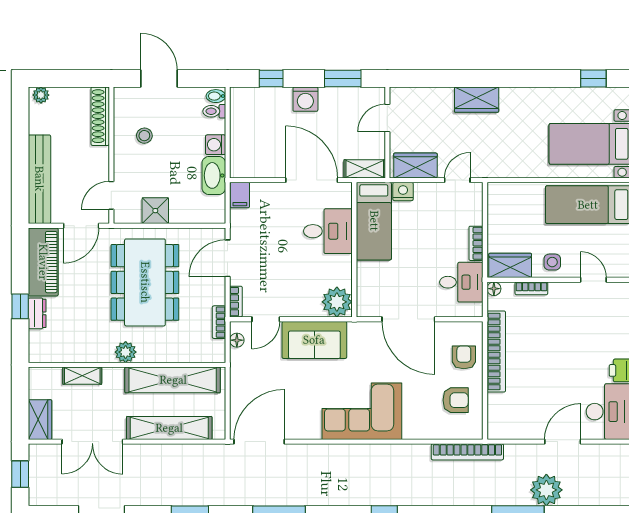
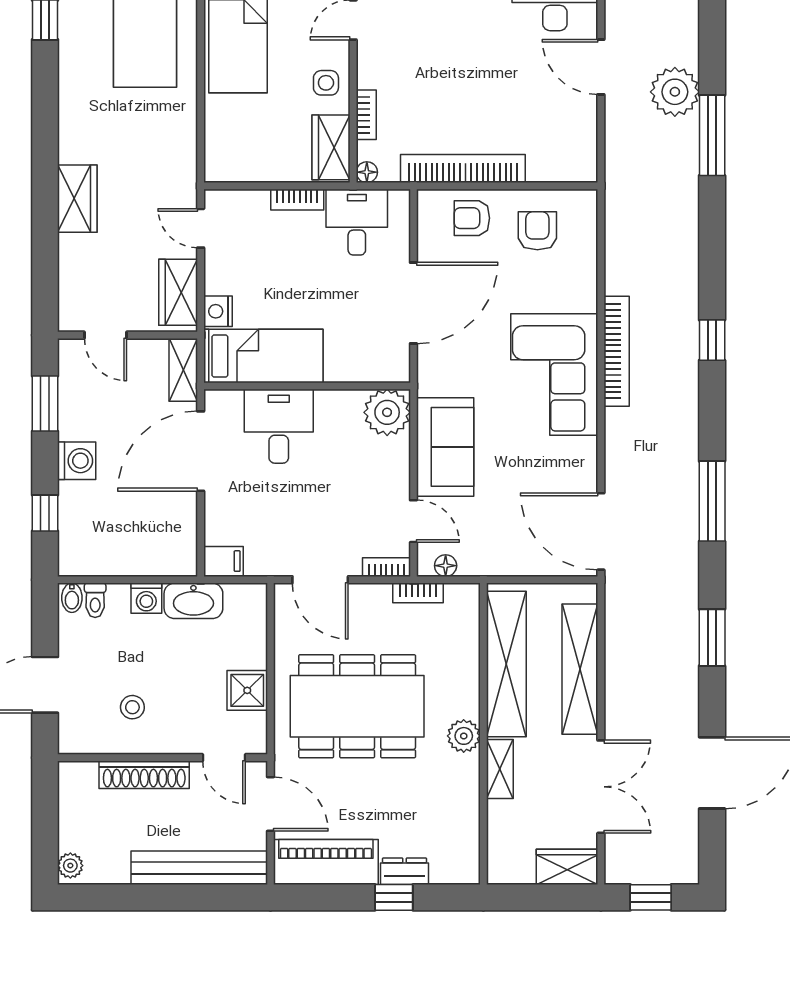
shoe rack: (100, 116) -> (144, 775), moved
shelving: (82, 376) -> (500, 769), moved
bookcase: (467, 452) -> (617, 351), moved

